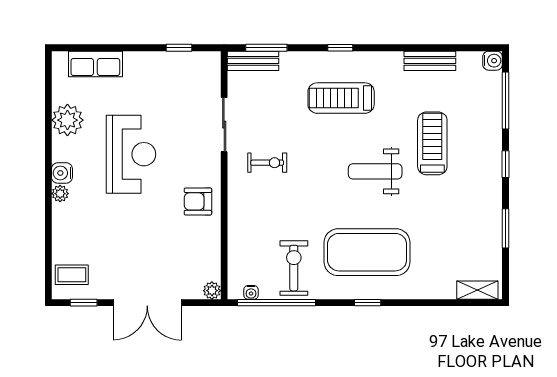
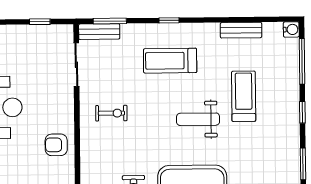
sliding door: (224, 125) -> (76, 65), moved

